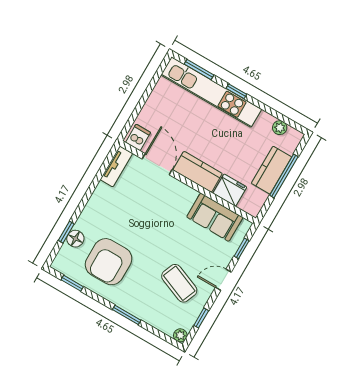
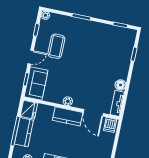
fridge: (230, 190) -> (29, 110), moved, turned -90
plant: (190, 195) -> (68, 101), added
sofa: (215, 217) -> (36, 84), moved, turned 90
floor lamp: (75, 239) -> (120, 85), moved
armchair: (109, 262) -> (103, 45), removed
coffee table: (179, 283) -> (56, 46), turned 68

